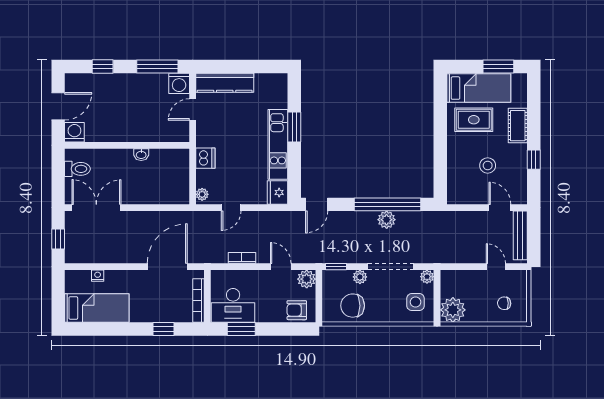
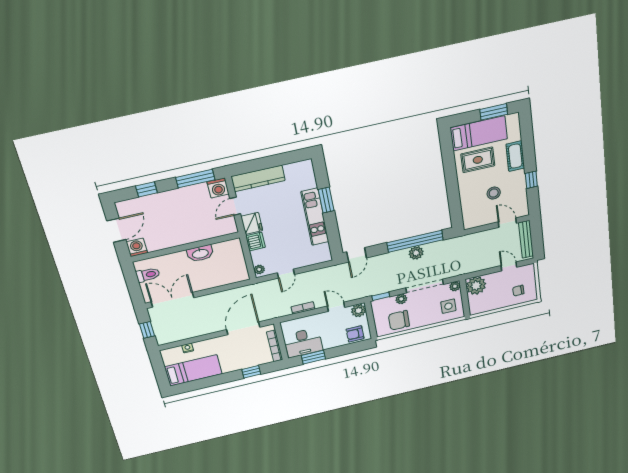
washbasin: (141, 155) -> (200, 253), width x1.91, depth x1.45
fridge: (278, 192) -> (252, 223), moved, turned 180
plant: (453, 310) -> (476, 286), moved

